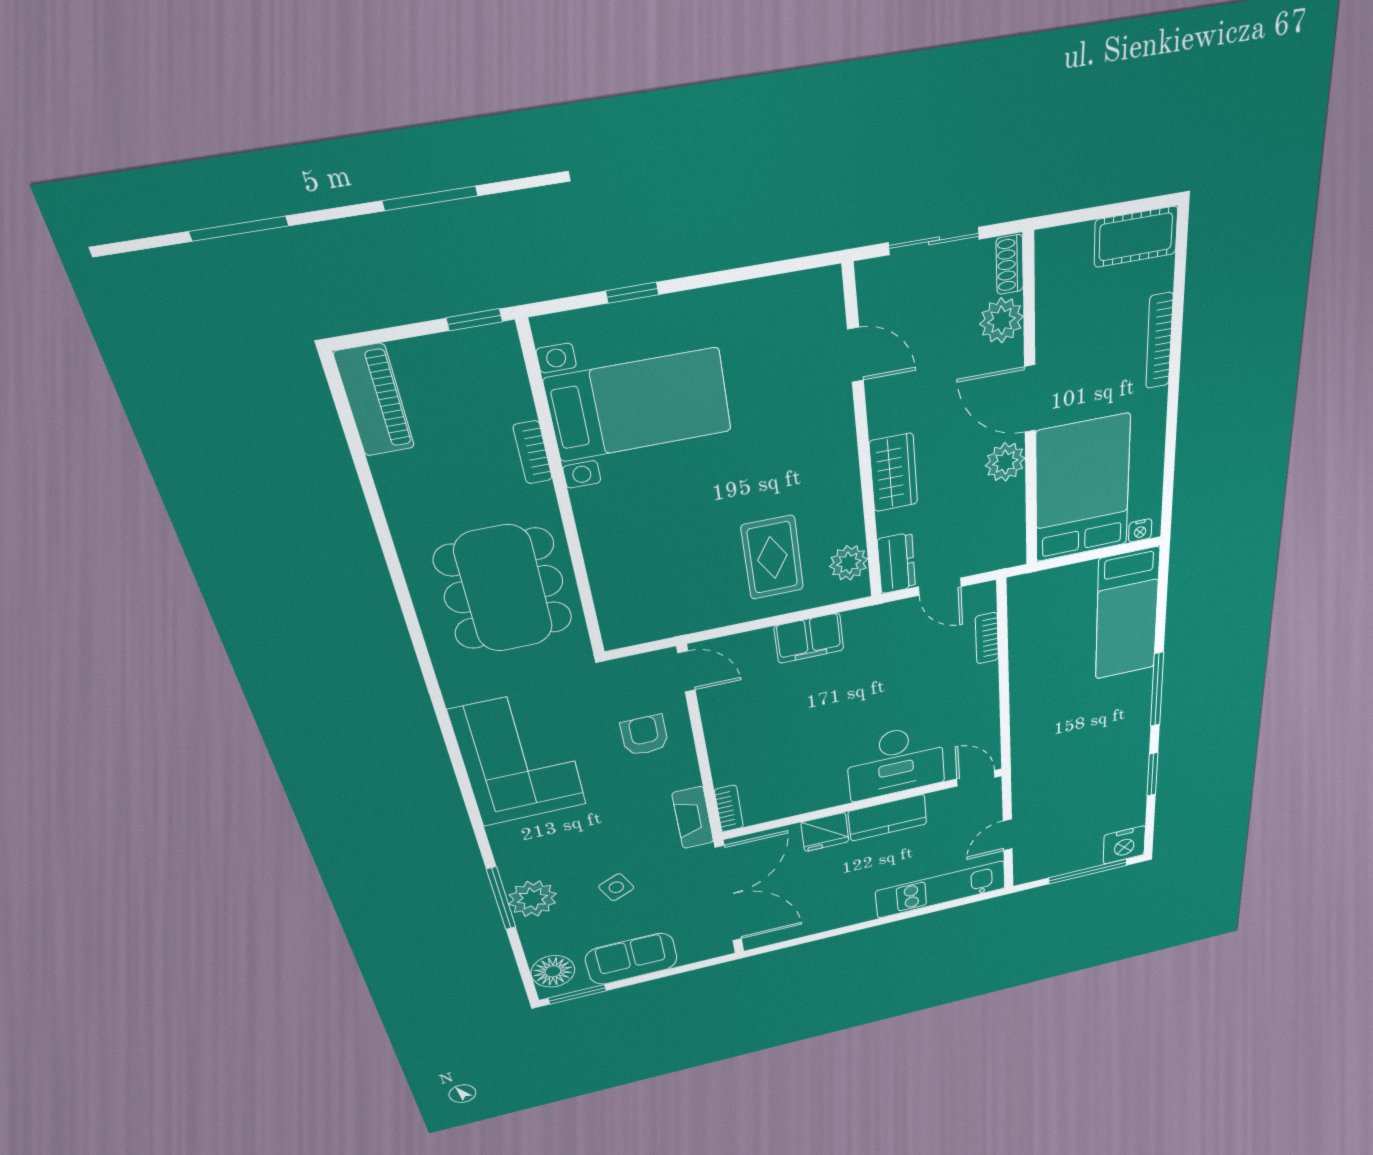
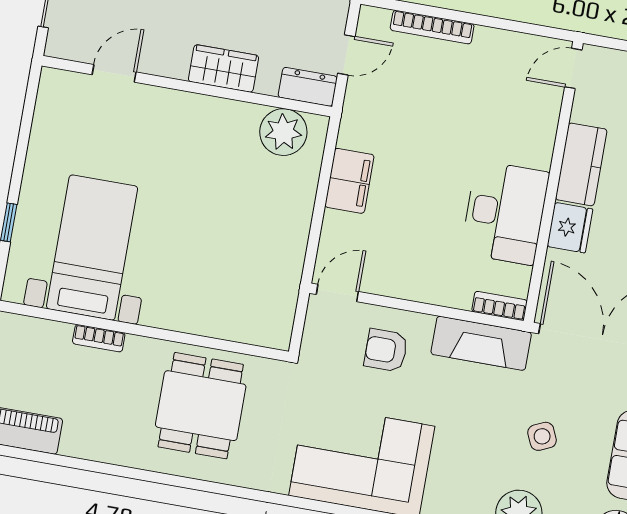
rug: (772, 558) -> (260, 188), removed
plant: (849, 563) -> (283, 132), width x1.36, depth x1.36
dining table: (504, 589) -> (201, 406), width x0.73
bookcase: (987, 638) -> (432, 27), width x1.56
desk: (896, 762) -> (505, 213), moved
fireplace: (693, 818) -> (481, 343), width x1.37, depth x1.32

